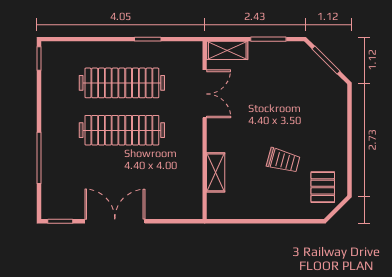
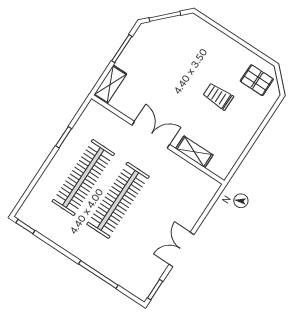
double door: (205, 94) -> (151, 135), moved
trolley: (283, 160) -> (218, 96), turned -105
double door: (115, 221) -> (182, 249), width x0.73

